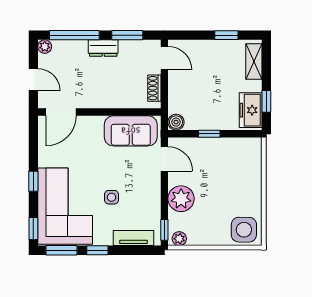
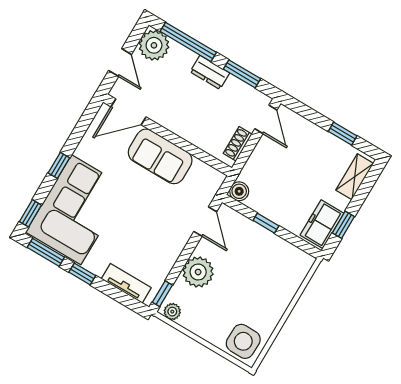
plant: (45, 47) -> (154, 45), width x1.88, depth x1.88
sofa: (131, 131) -> (160, 156), moved
side table: (111, 197) -> (128, 229), removed

